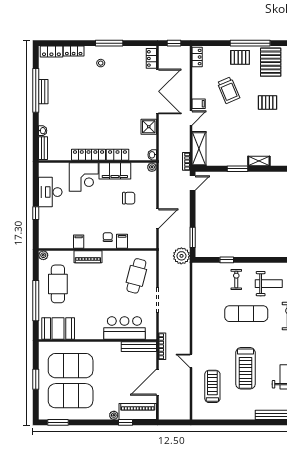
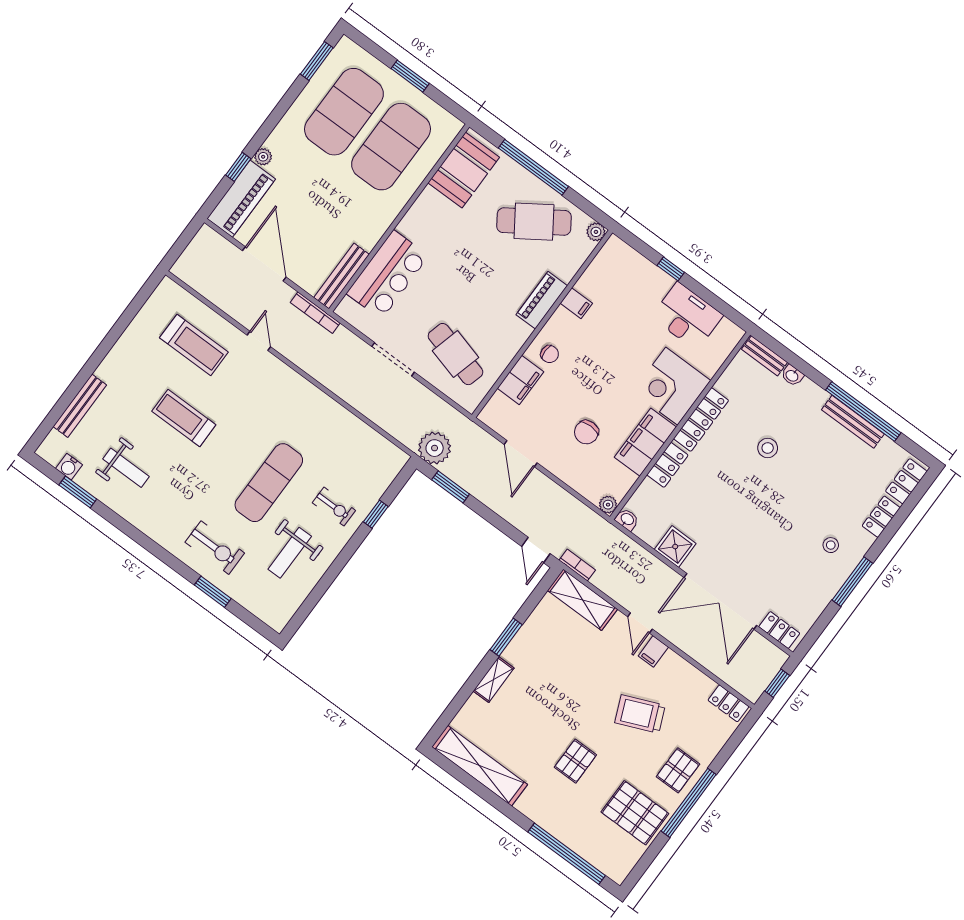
bench: (43, 92) -> (853, 422), width x1.36
stool: (80, 119) -> (768, 448), added
filing cabinet: (122, 241) -> (520, 380), width x2.00
cafe table: (58, 284) -> (534, 222), turned -34
door: (191, 361) -> (259, 341), hinge flipped
treadmill: (246, 368) -> (184, 418), width x0.73, depth x0.73

